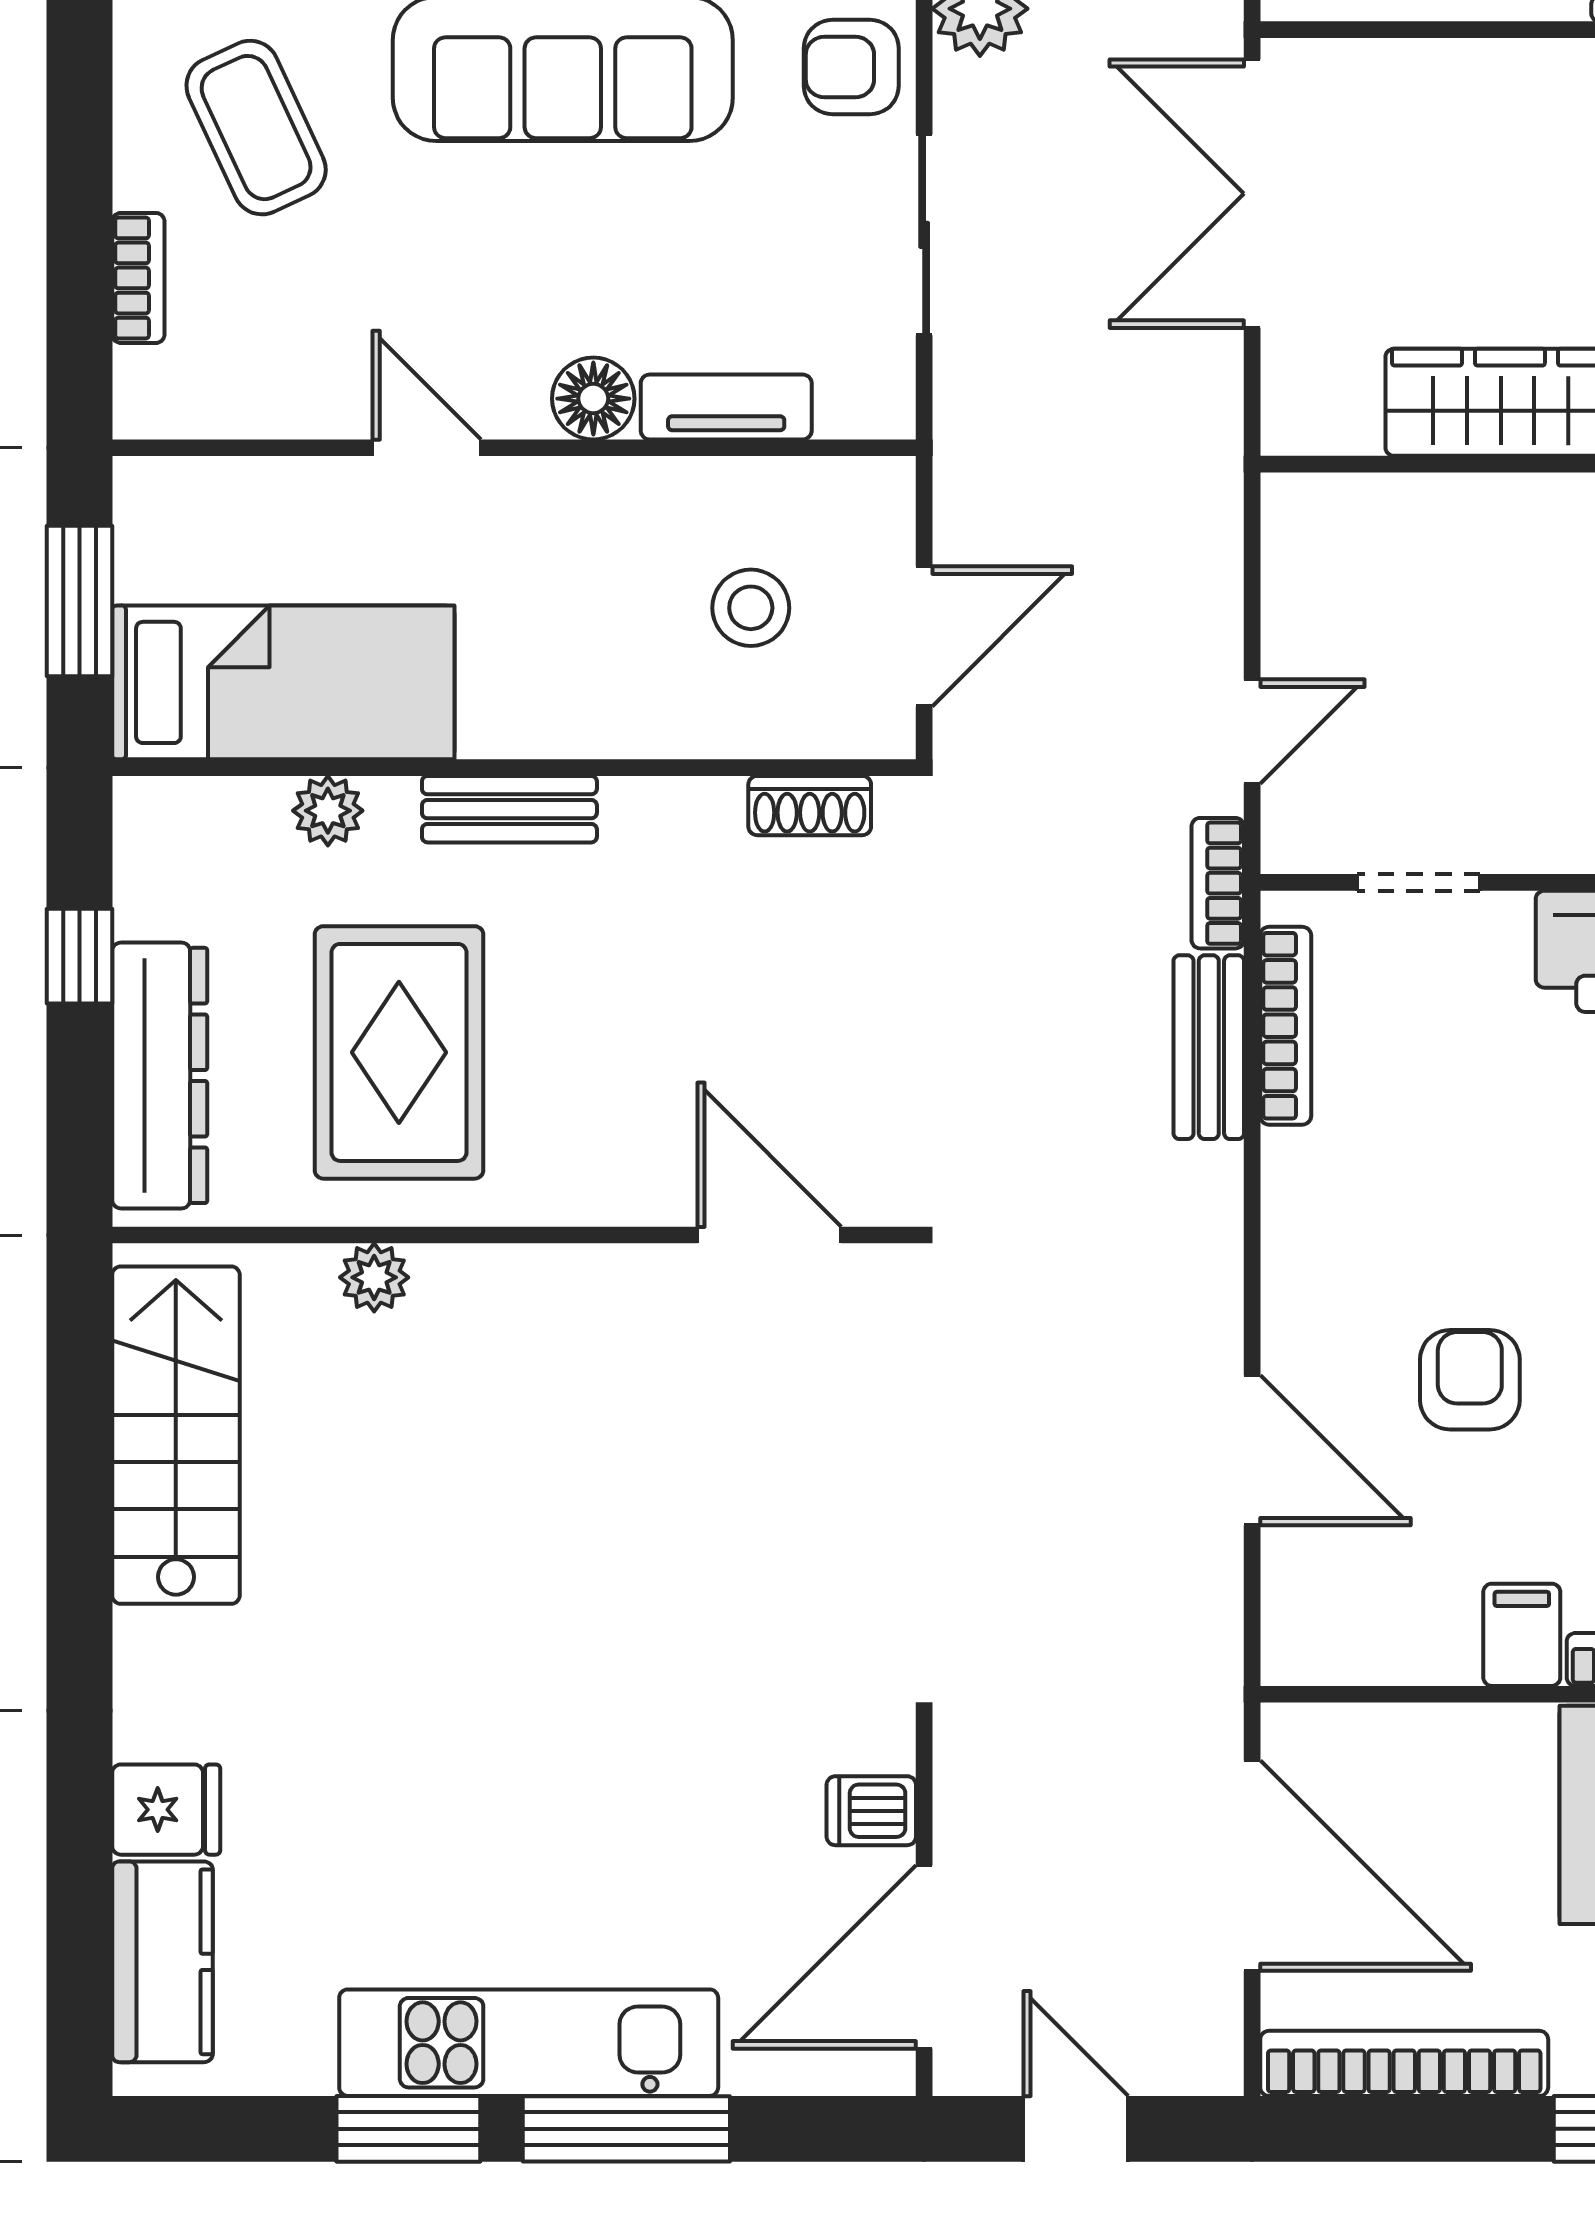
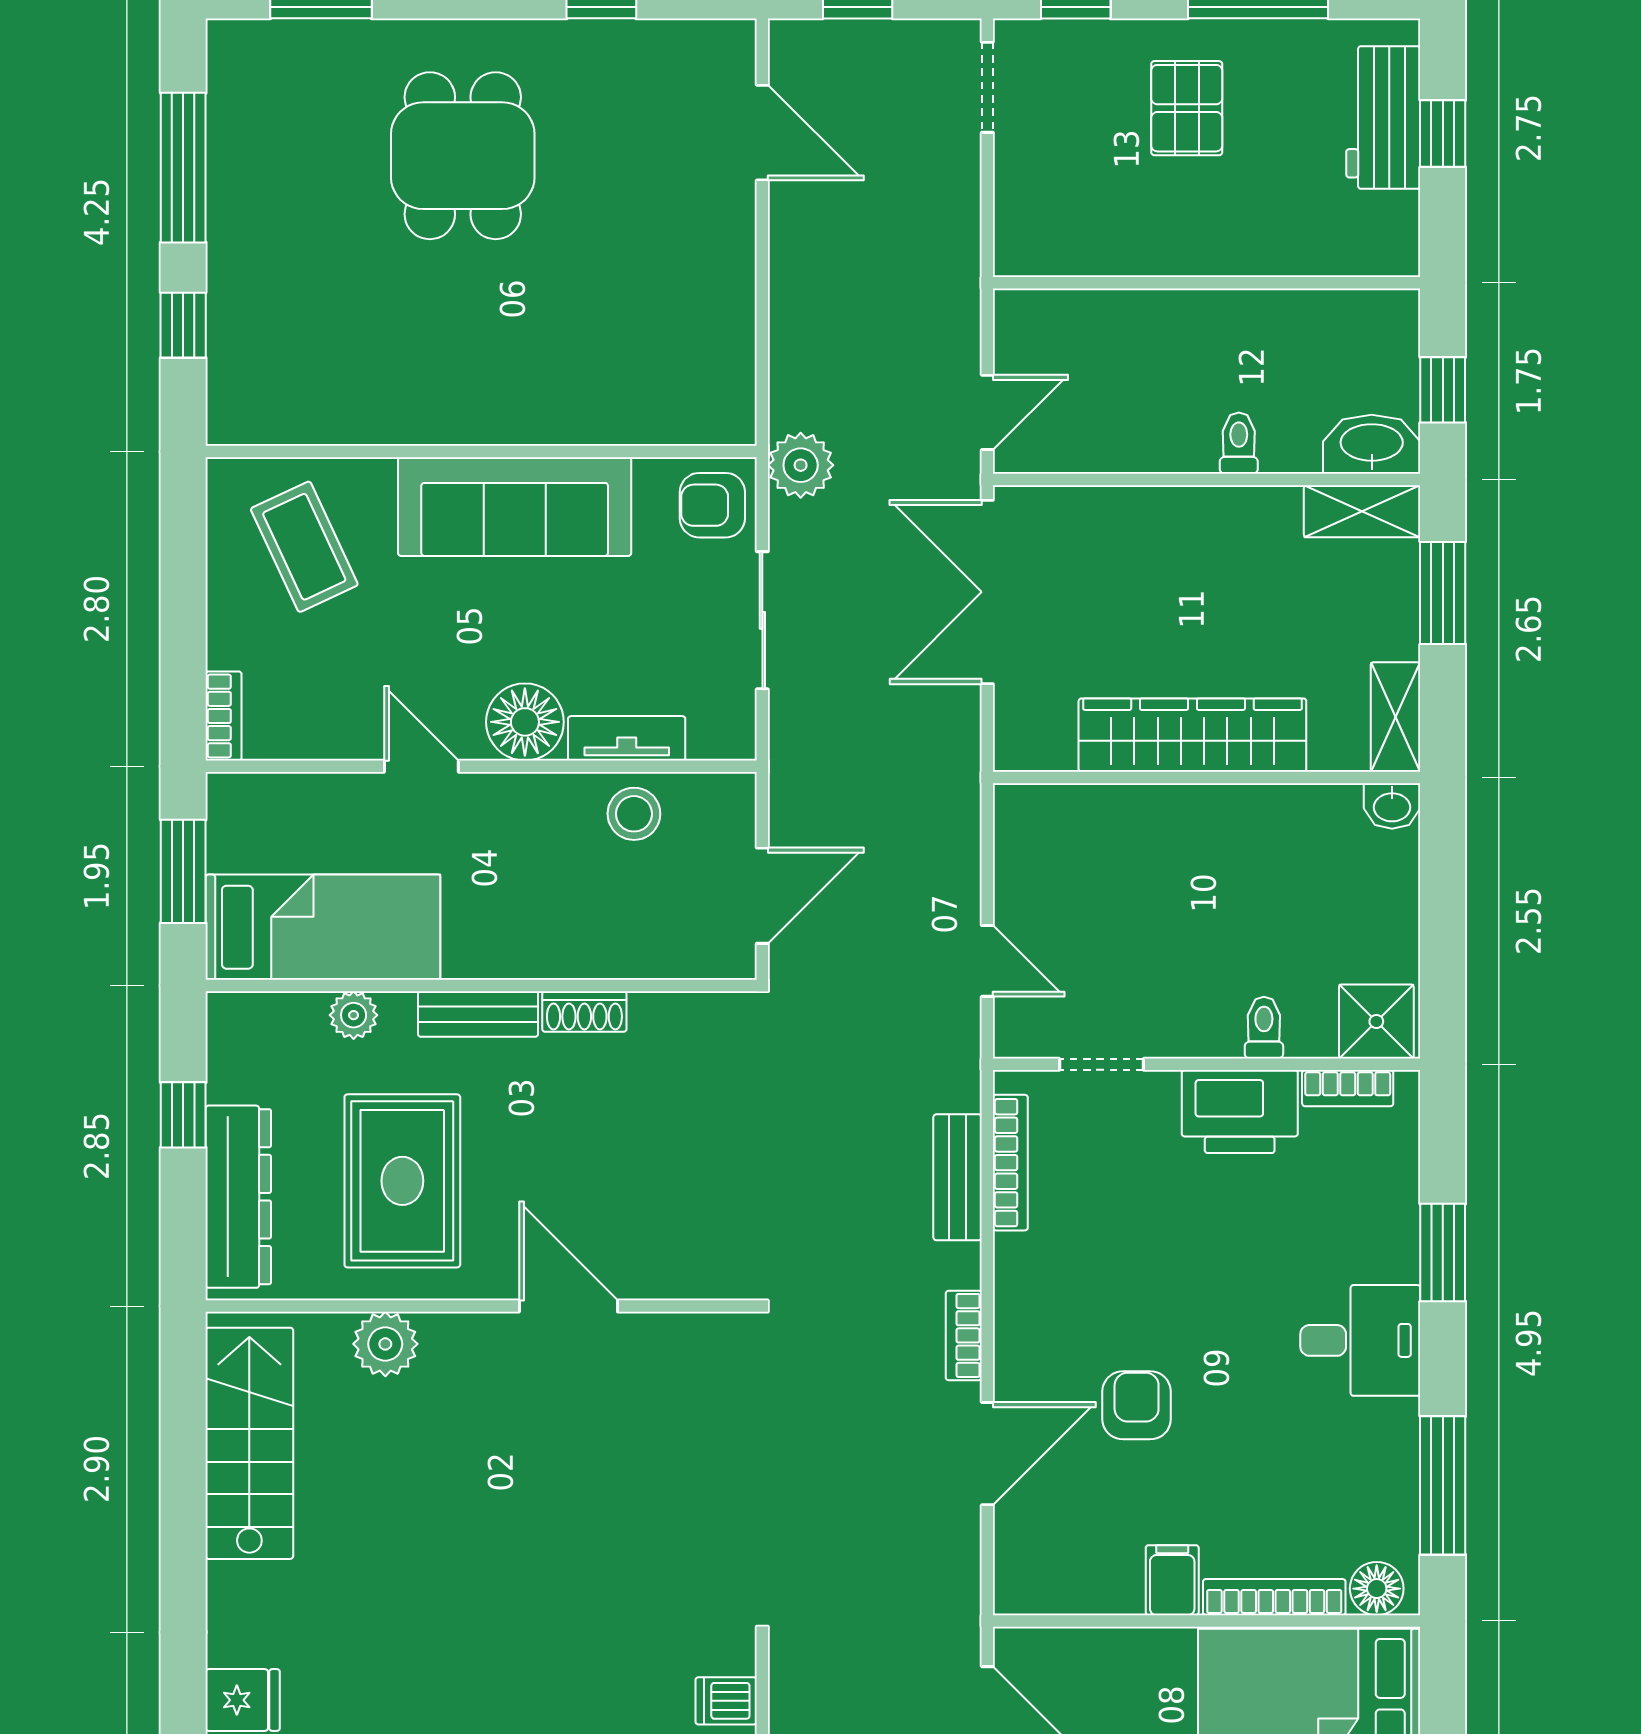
bookcase: (138, 278) -> (224, 716), moved
floor lamp: (593, 399) -> (525, 722), width x1.38, depth x1.38
stool: (751, 608) -> (634, 814), moved
door: (1252, 732) -> (987, 961), hinge flipped
shoe rack: (810, 806) -> (584, 1012), moved
bookcase: (1218, 883) -> (964, 1335), moved
door: (769, 1235) -> (568, 1306), moved
plant: (374, 1277) -> (385, 1344), width x1.38, depth x1.38
door: (1252, 1450) -> (987, 1454), hinge flipped

